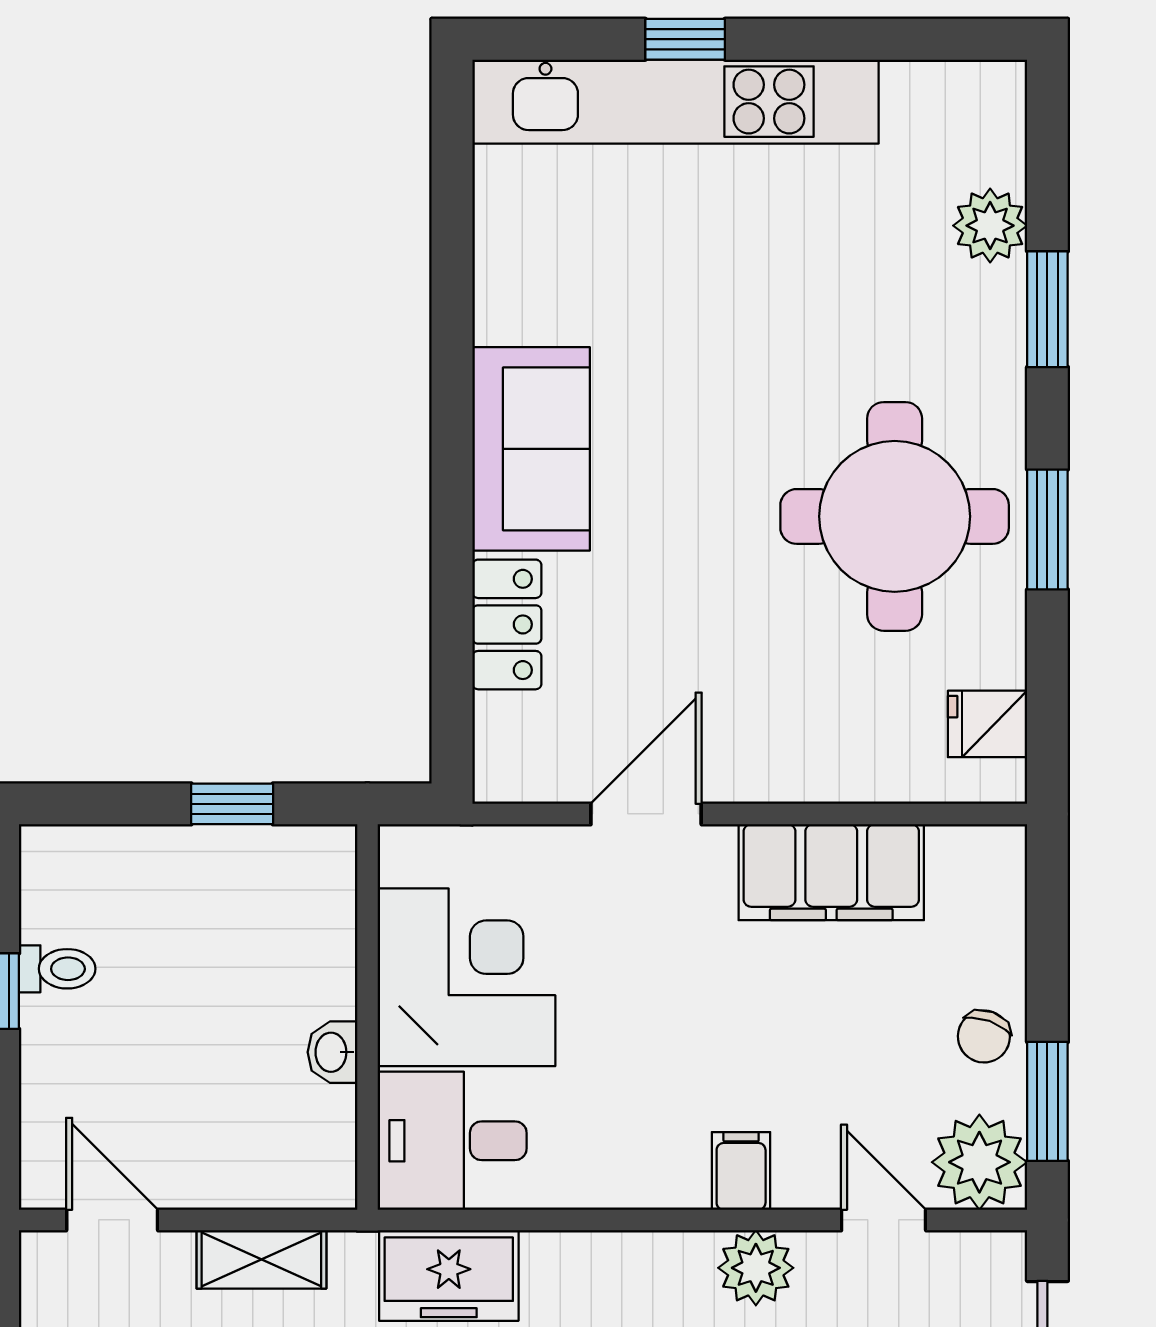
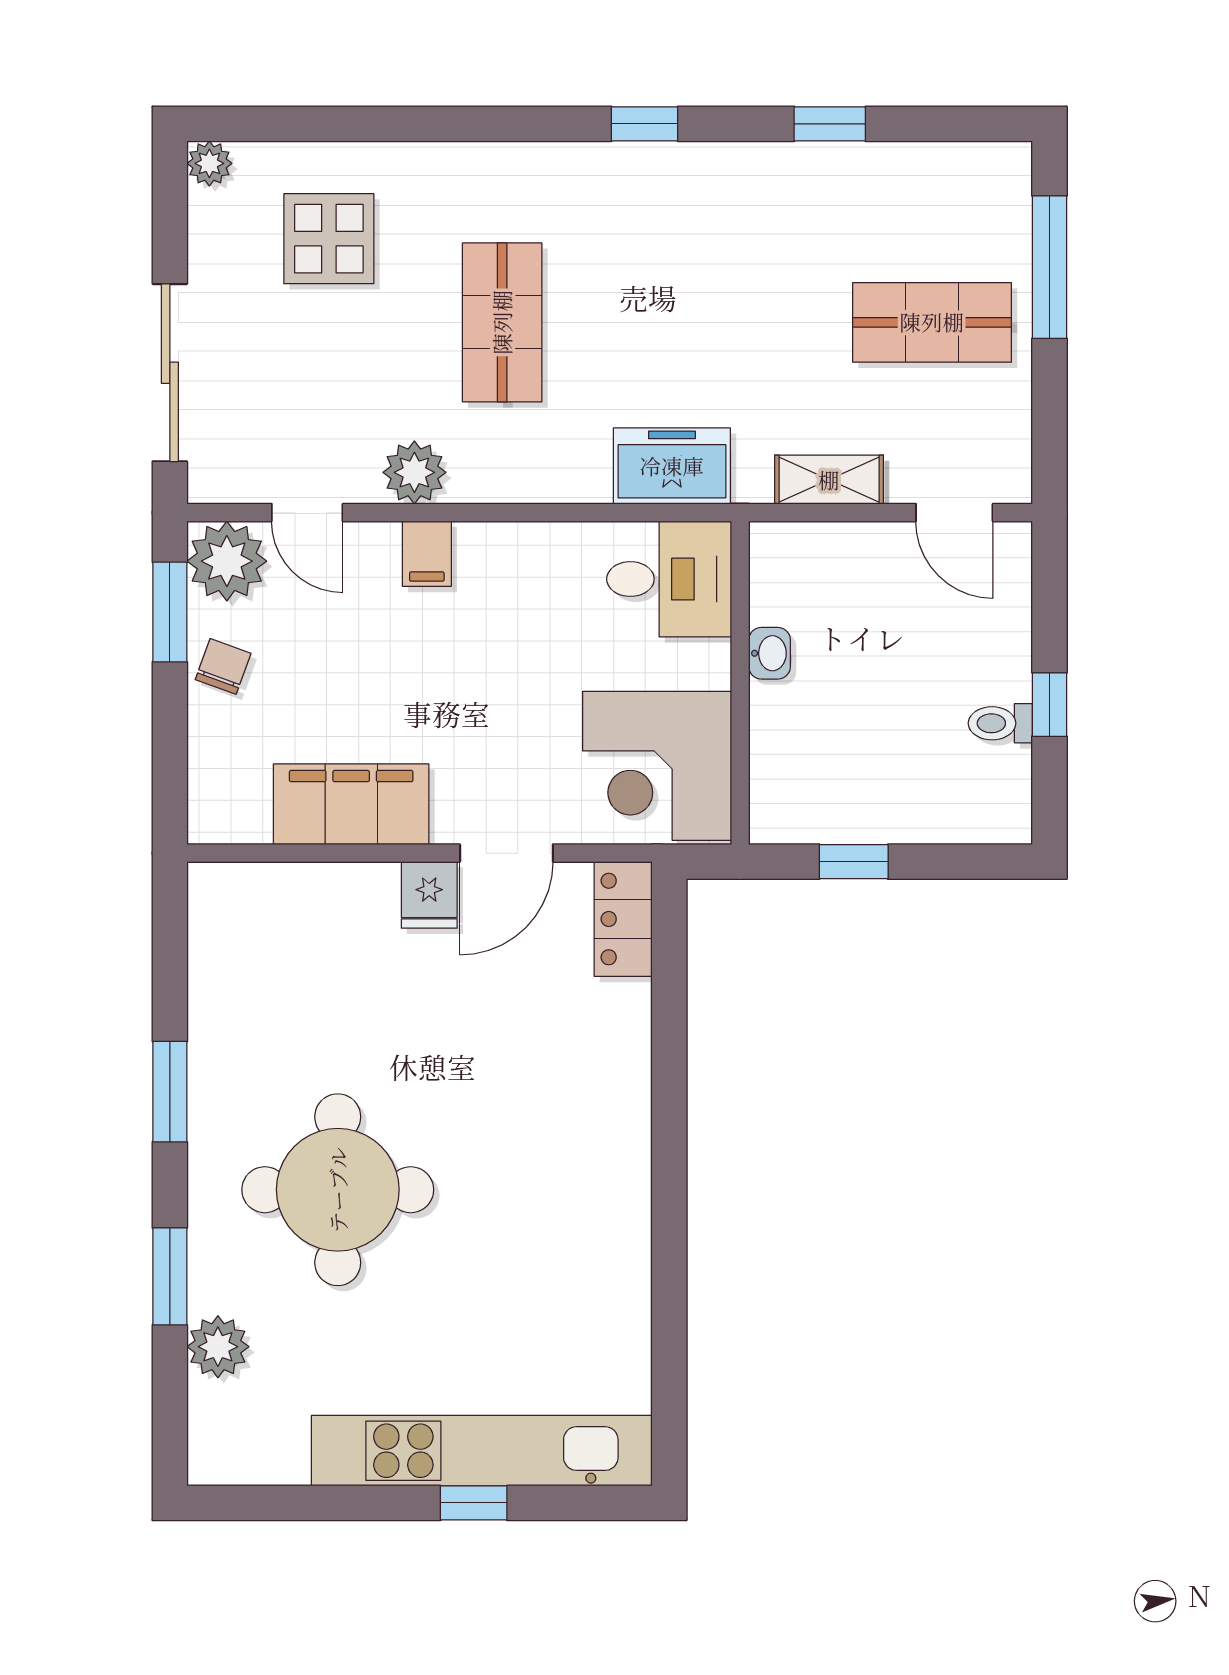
sofa: (531, 449) -> (603, 1159), removed
round table: (895, 516) -> (338, 1190), moved
locker: (507, 624) -> (623, 919), moved
fridge: (987, 724) -> (429, 895), moved, turned 90
corner desk: (466, 977) -> (657, 766), moved

